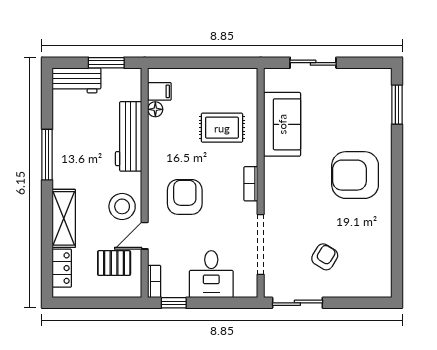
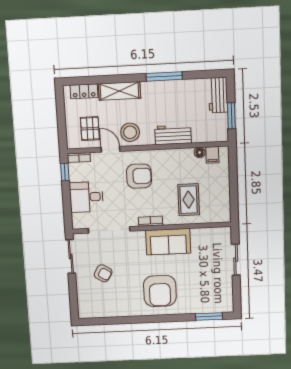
sofa: (282, 124) -> (168, 242), moved
workbench: (129, 136) -> (173, 135), width x0.73
armchair: (355, 175) -> (160, 291), turned 180

